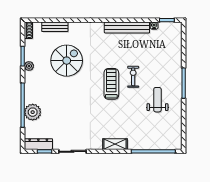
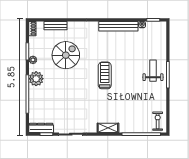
exercise bike: (133, 77) -> (158, 121), moved
weight bench: (157, 100) -> (153, 71), moved
plant: (33, 112) -> (36, 79), moved

